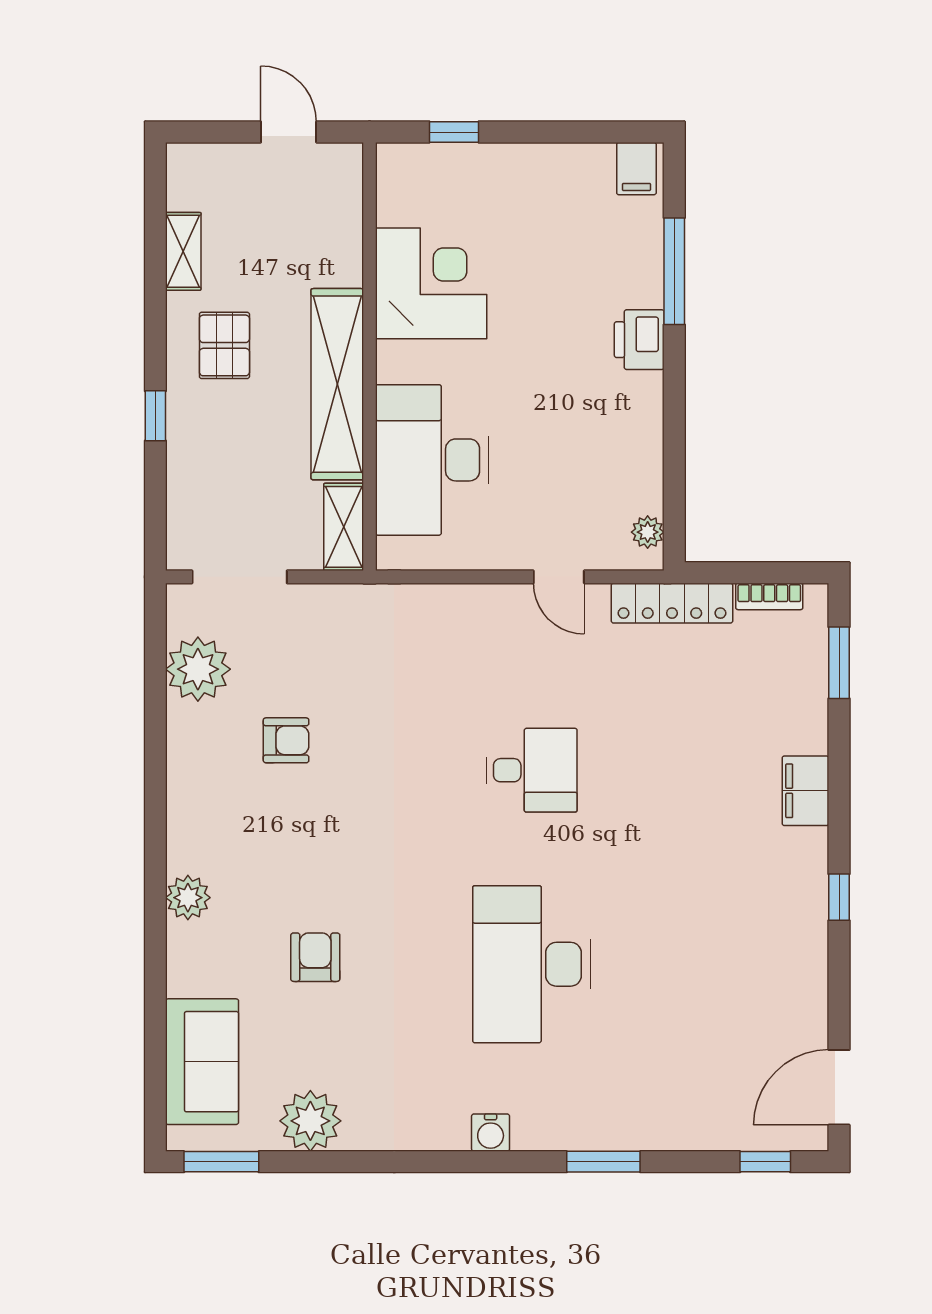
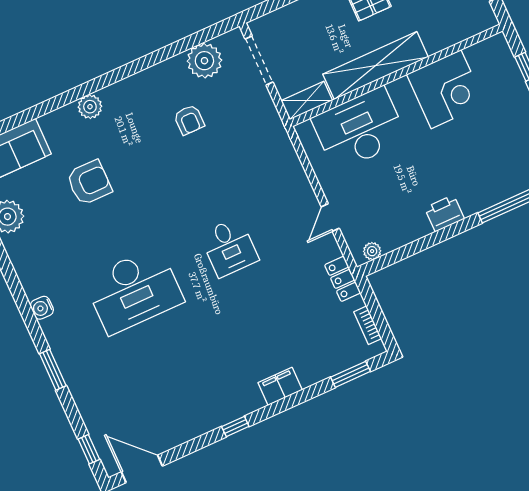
printer: (639, 340) -> (444, 213), moved
locker: (672, 603) -> (343, 279), width x0.66
armchair: (315, 957) -> (89, 183), width x1.38, depth x1.38
desk: (532, 964) -> (134, 290), turned 180

